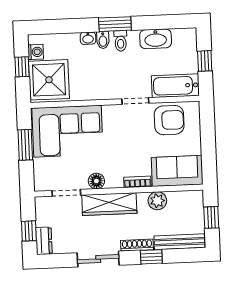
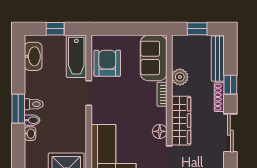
washbasin: (156, 39) -> (33, 56), moved

